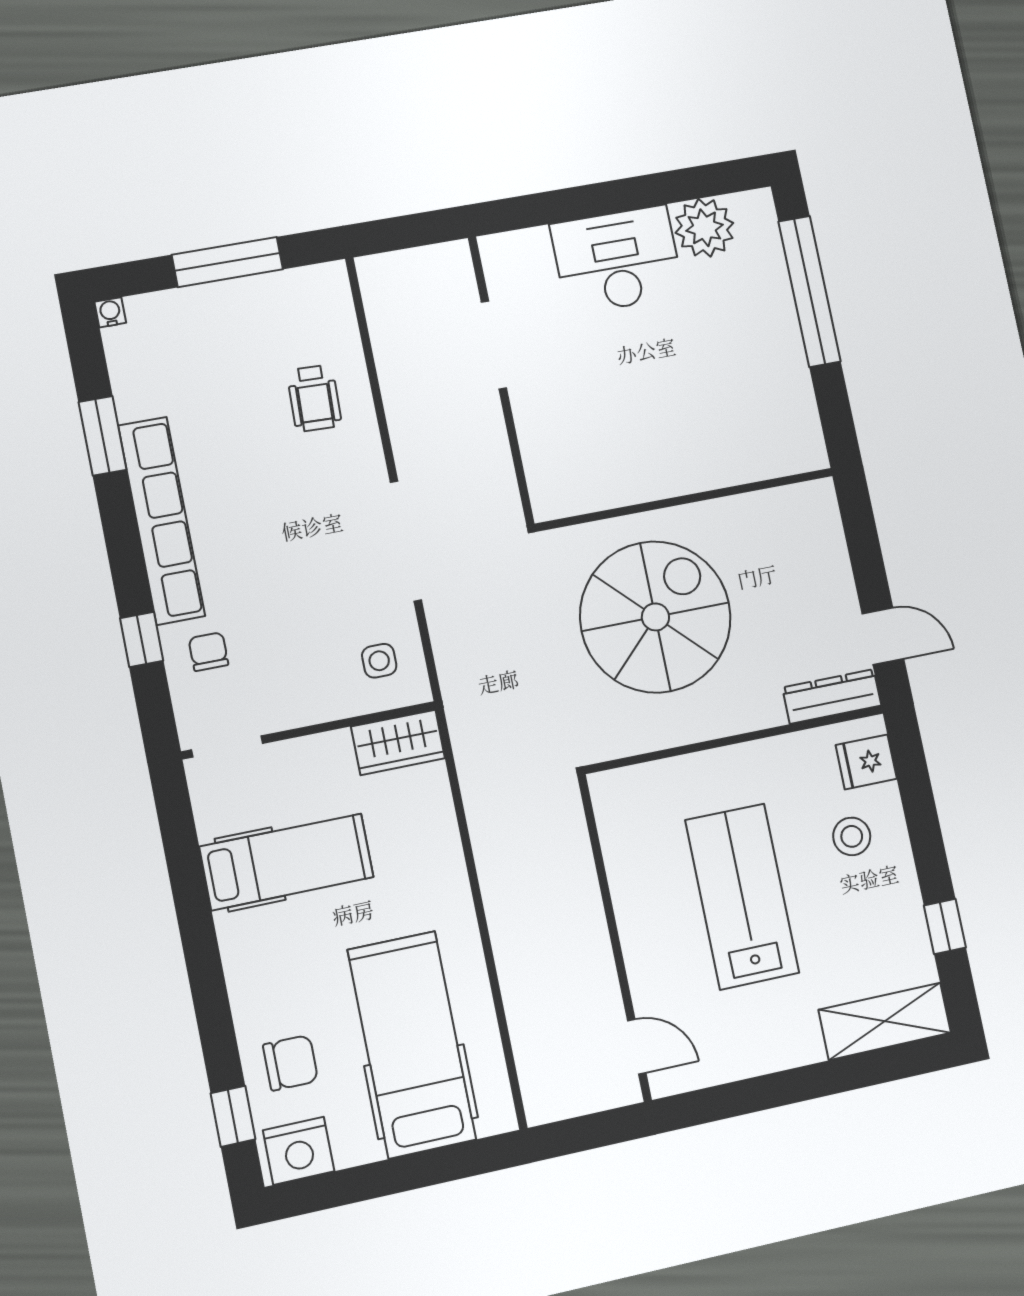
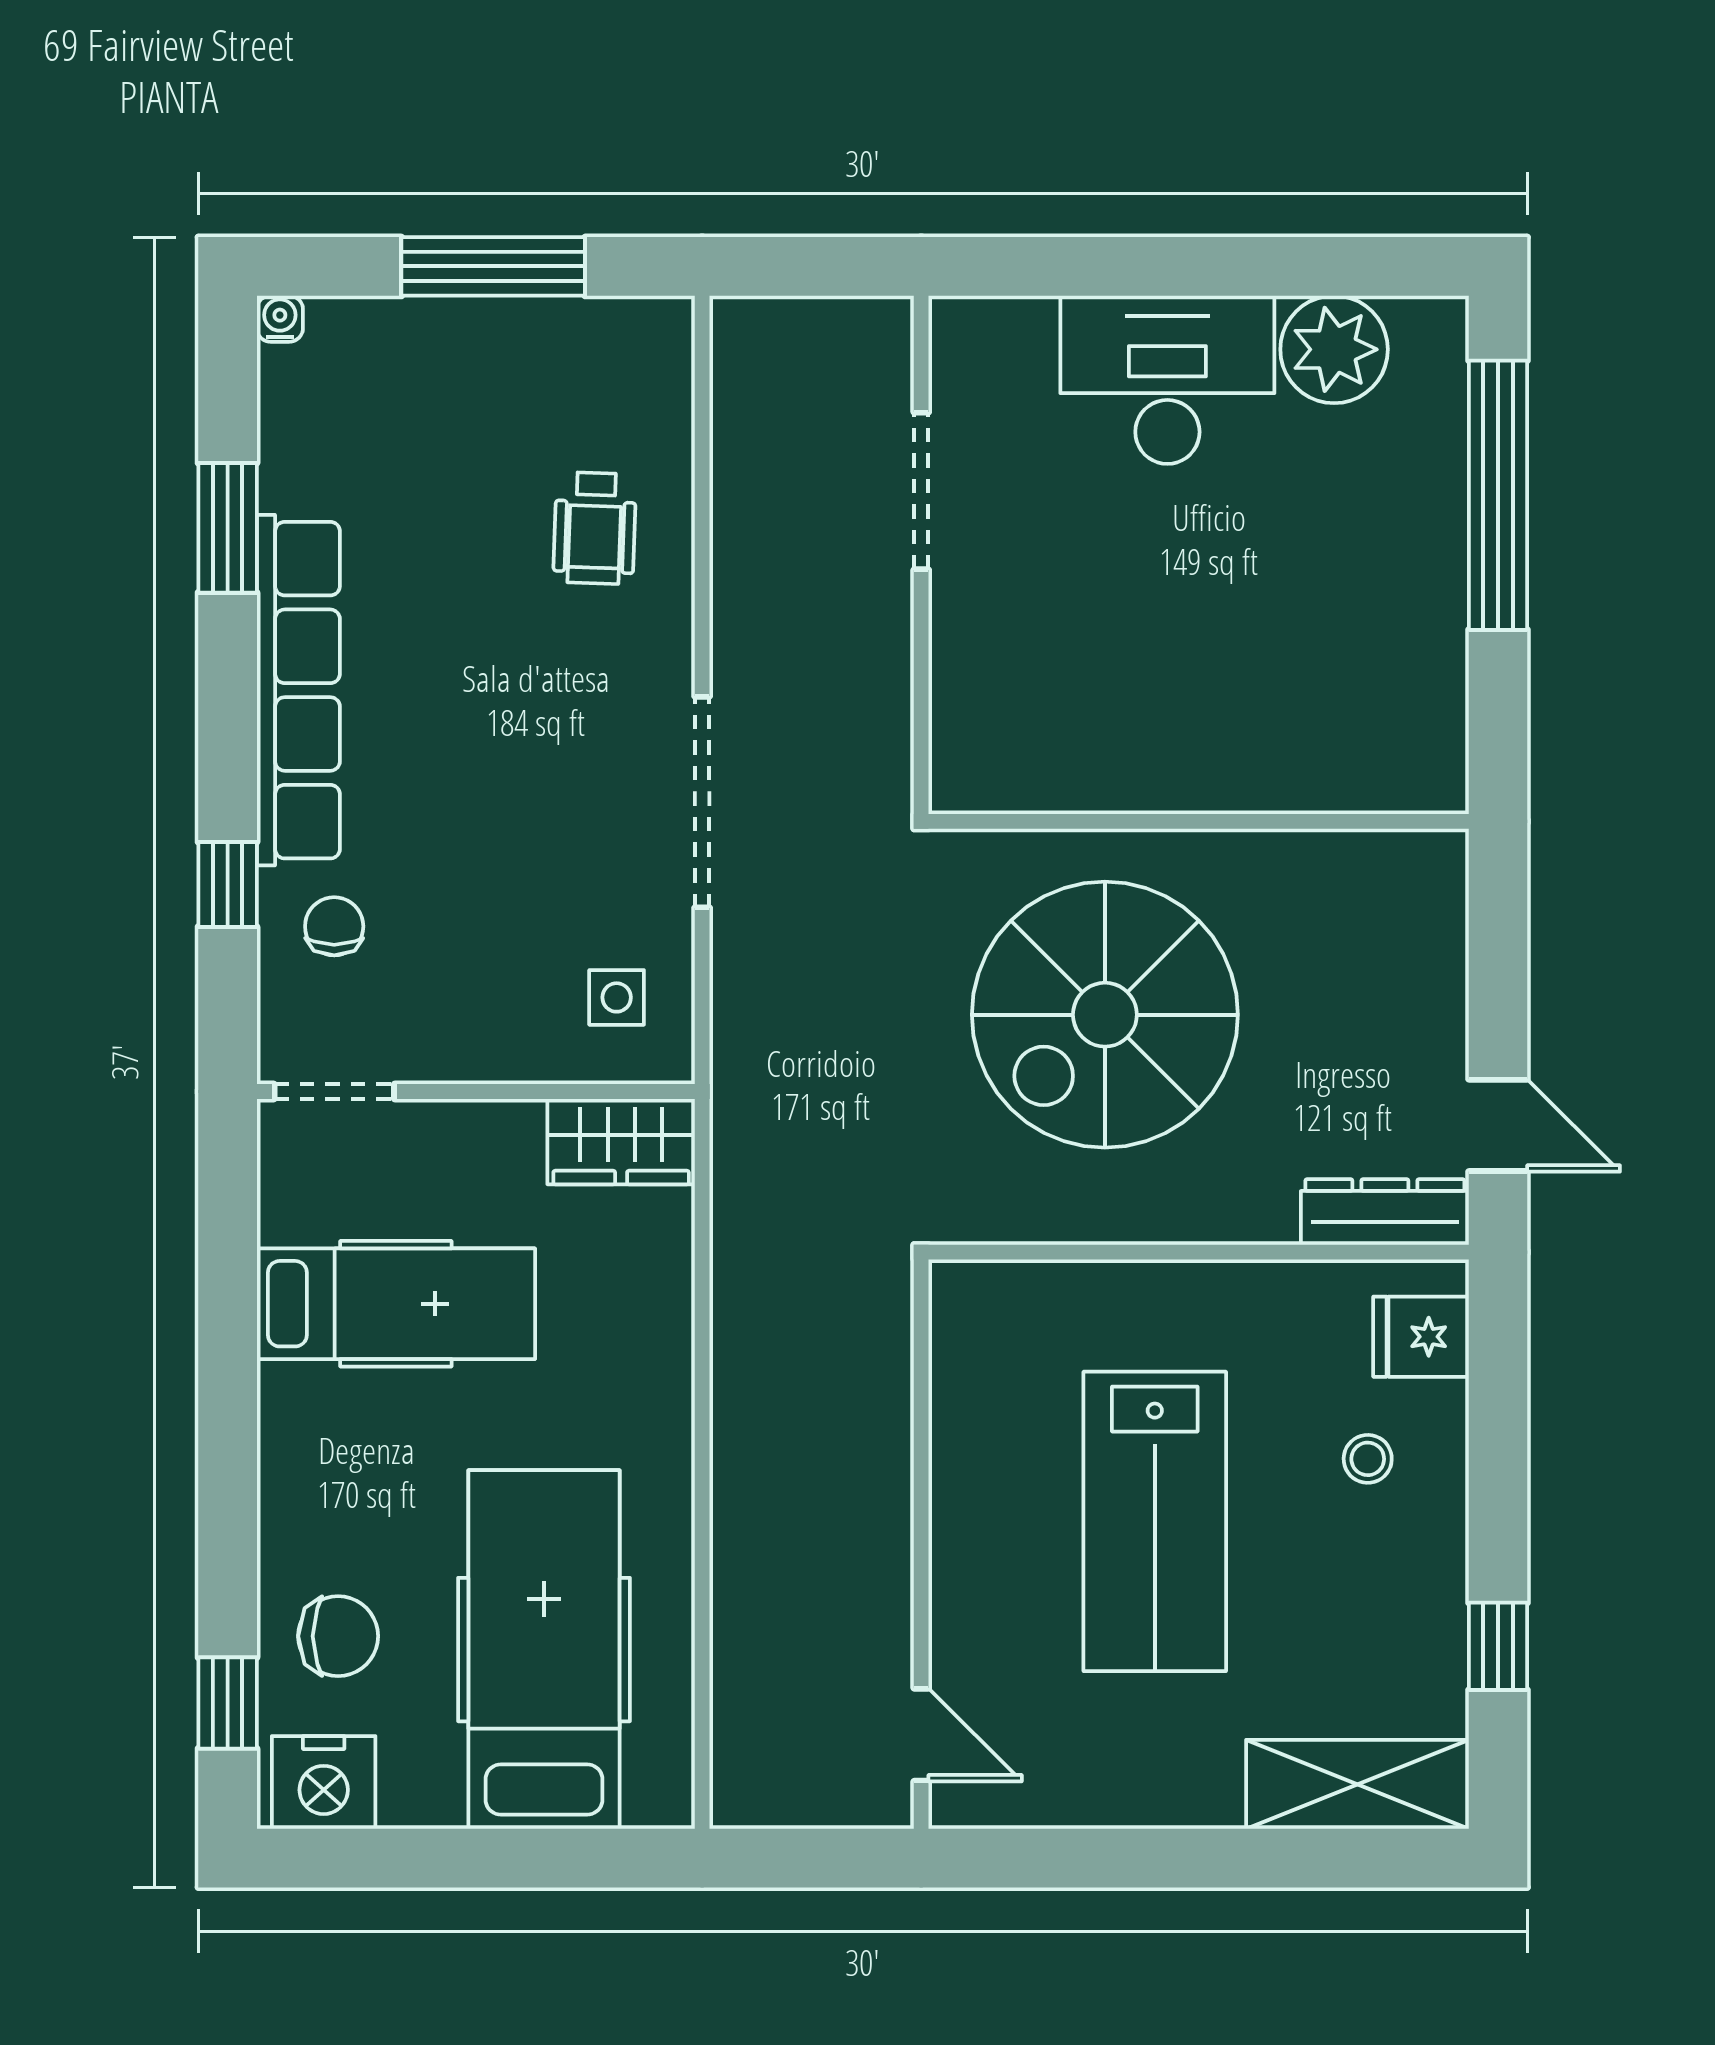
spiral stairs: (655, 617) -> (1105, 1015), turned 180
stool: (852, 836) -> (1368, 1459), width x0.73, depth x0.73
lab bench: (742, 896) -> (1155, 1521), turned 180

